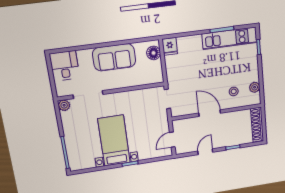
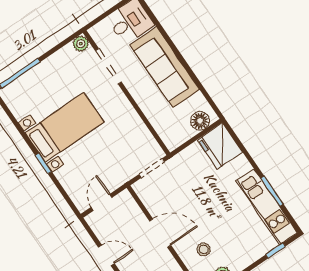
fridge: (170, 46) -> (220, 146), width x1.88, depth x1.34
sofa: (114, 57) -> (165, 67), width x1.36
door: (210, 113) -> (160, 233), hinge flipped
door: (172, 140) -> (102, 202), hinge flipped

